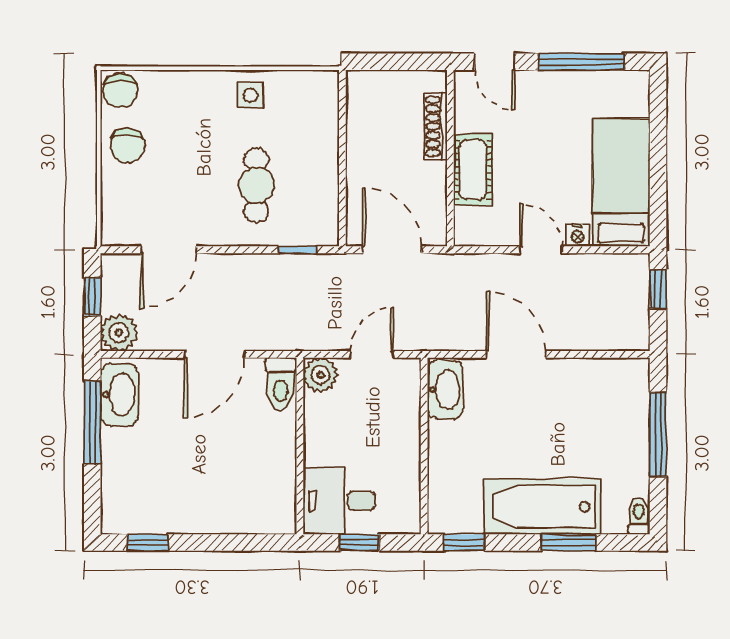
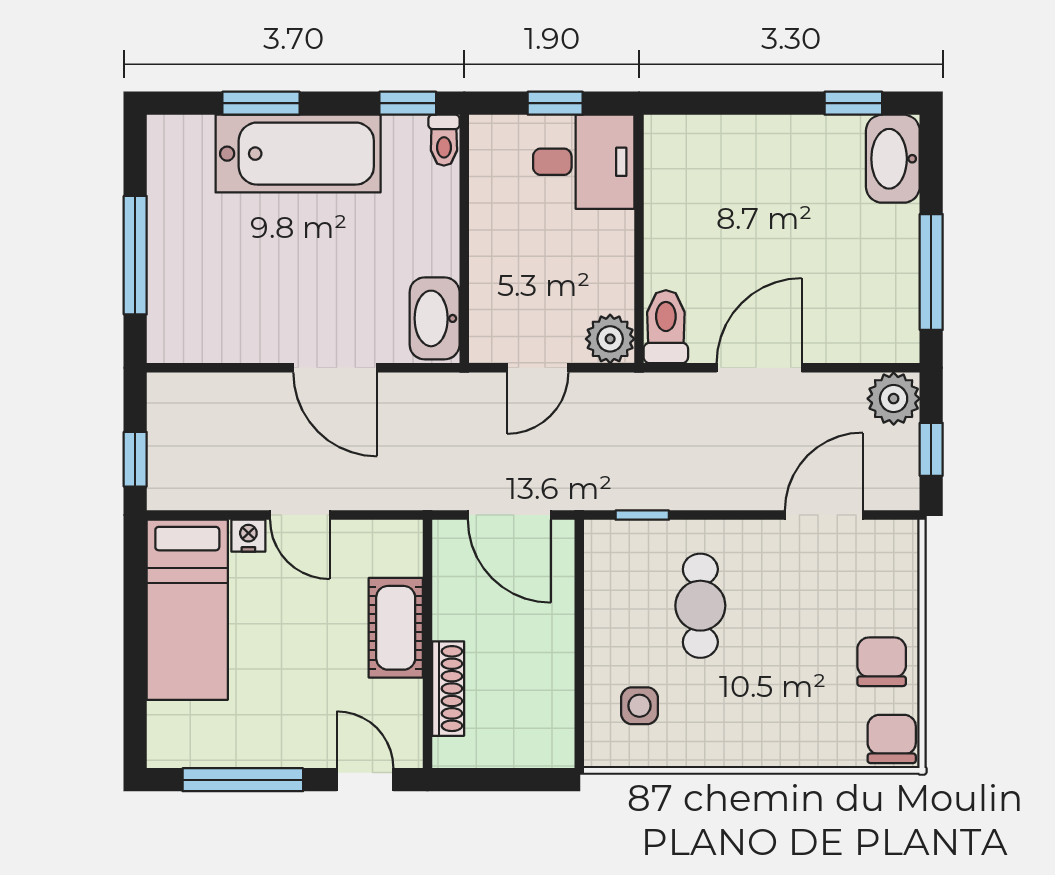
side table: (251, 95) -> (640, 706), moved
washbasin: (119, 395) -> (893, 159), moved
toilet: (639, 516) -> (444, 140), moved

